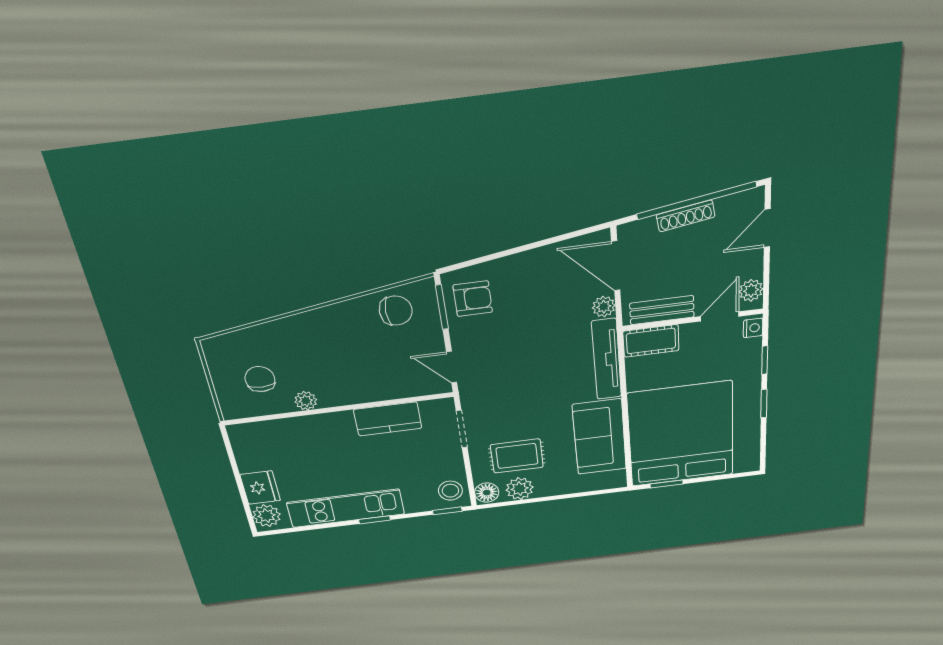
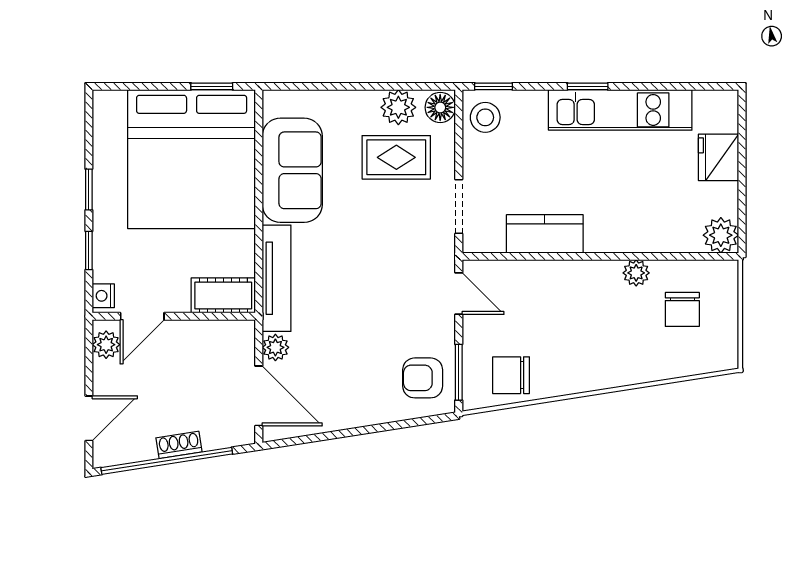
shoe rack: (686, 216) -> (179, 445), width x0.70
bench: (662, 310) -> (209, 334), removed
plant: (267, 516) -> (721, 235), moved

